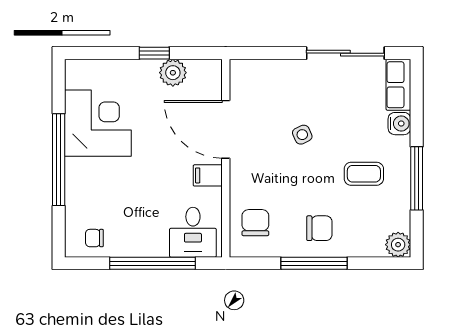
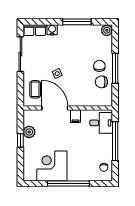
door: (226, 129) -> (55, 108), swing flipped
coffee table: (364, 174) -> (35, 89), moved
chair: (255, 223) -> (101, 82), moved

